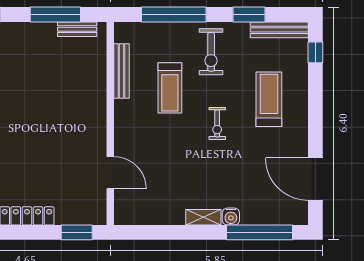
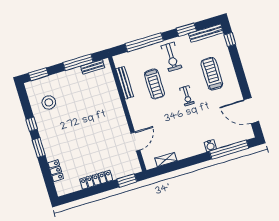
door: (110, 173) -> (135, 142), hinge flipped
shelving: (203, 217) -> (166, 159), moved

